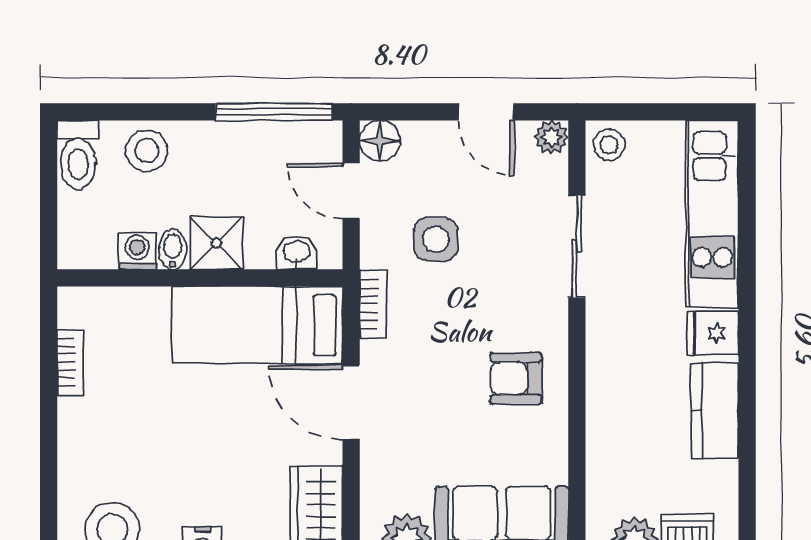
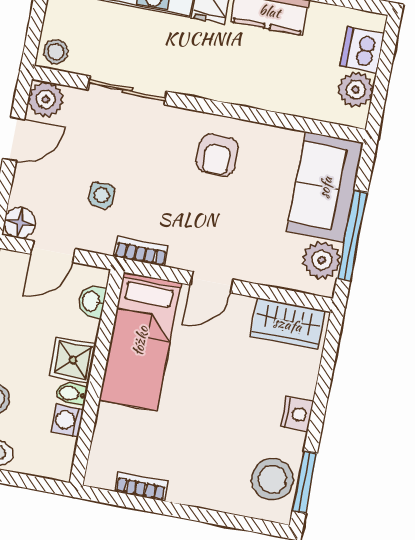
plant: (551, 137) -> (46, 99), width x1.38, depth x1.38
side table: (436, 239) -> (102, 195), width x0.73, depth x0.73
door: (351, 402) -> (212, 282), width x0.73

